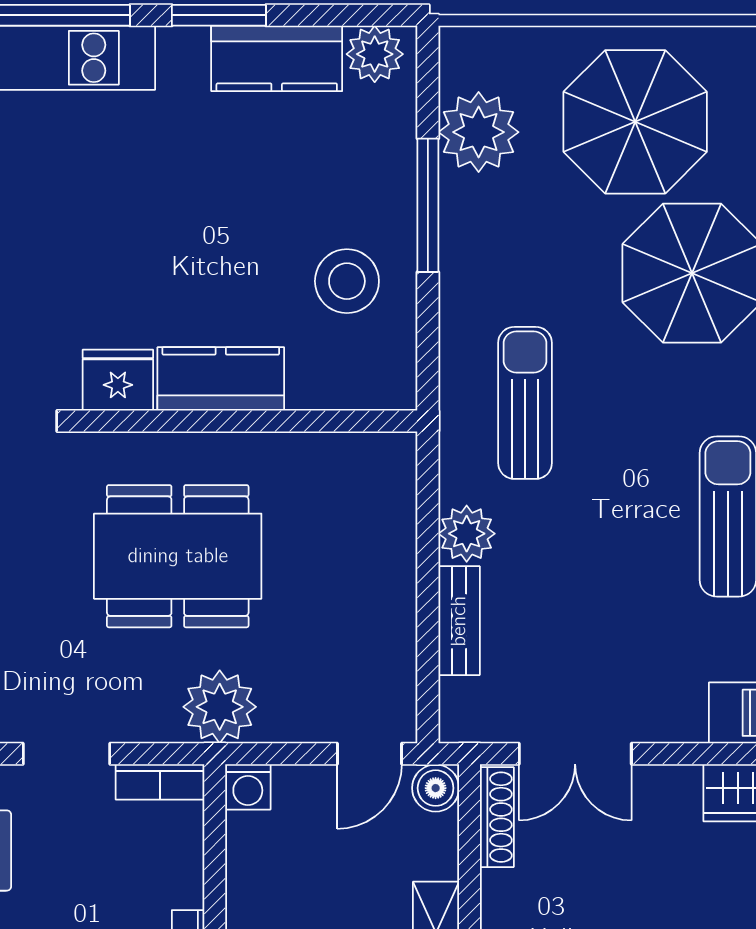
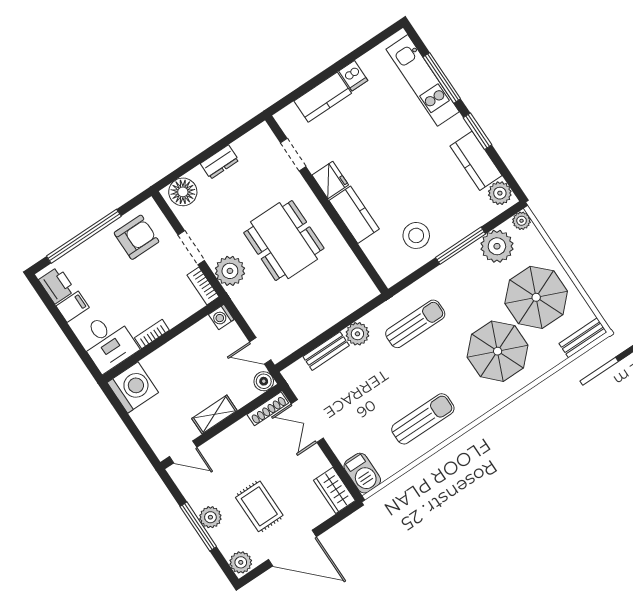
plant: (460, 48) -> (522, 221), added
plant: (220, 707) -> (230, 271), moved

